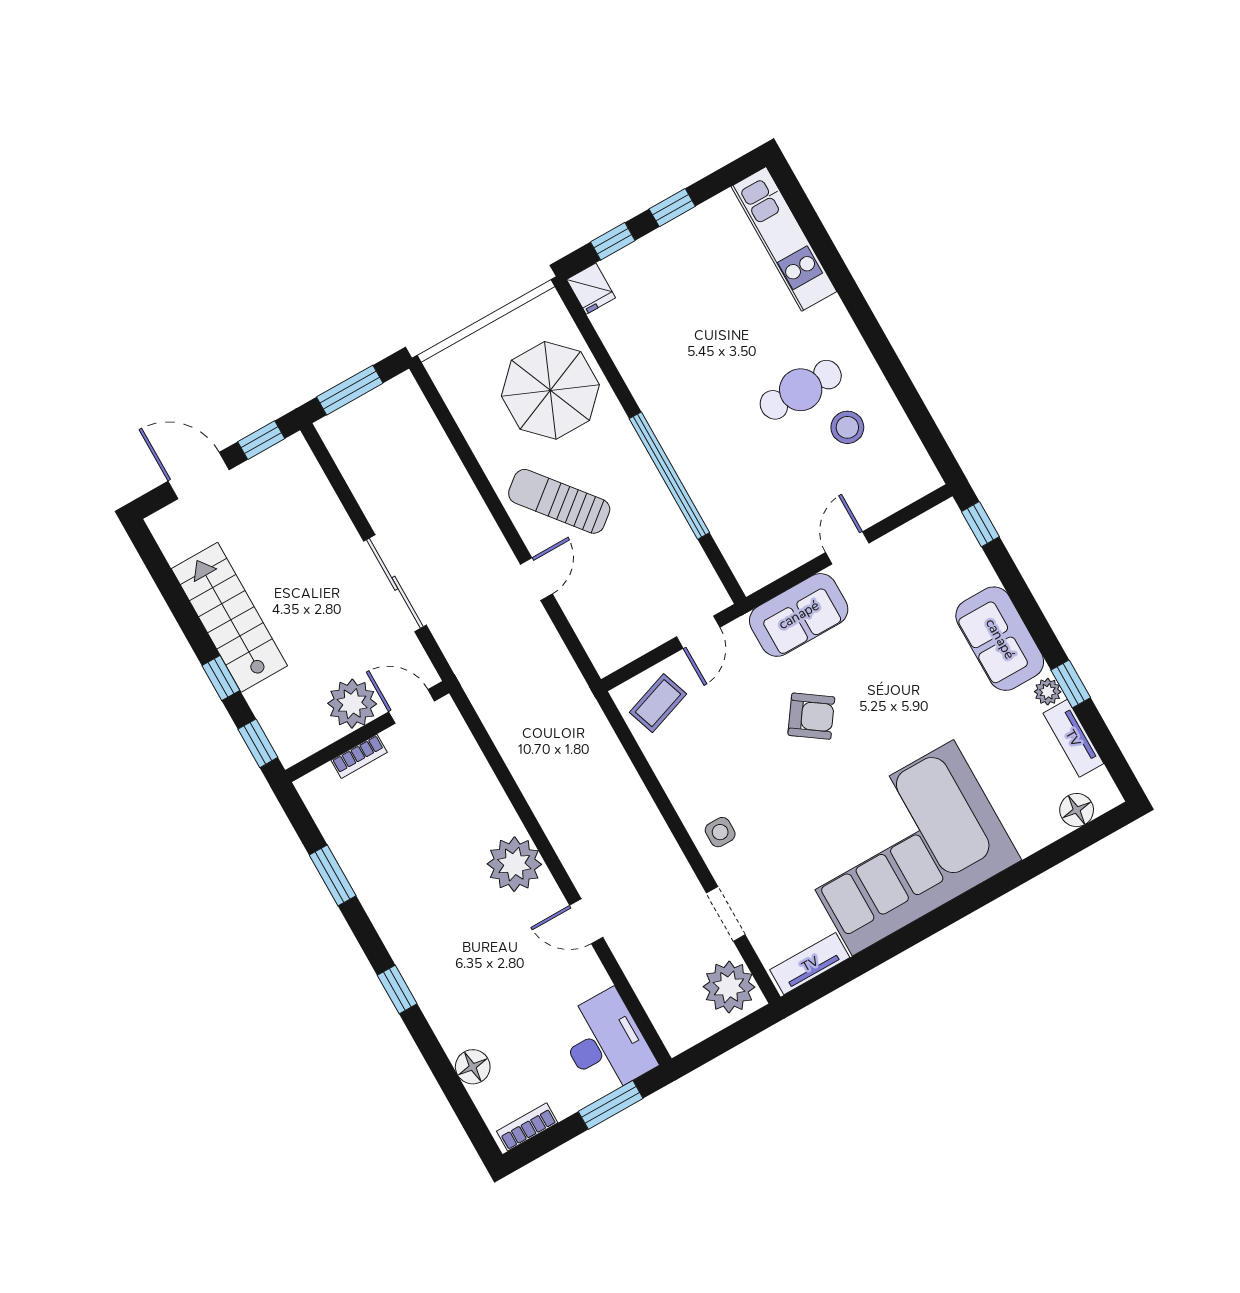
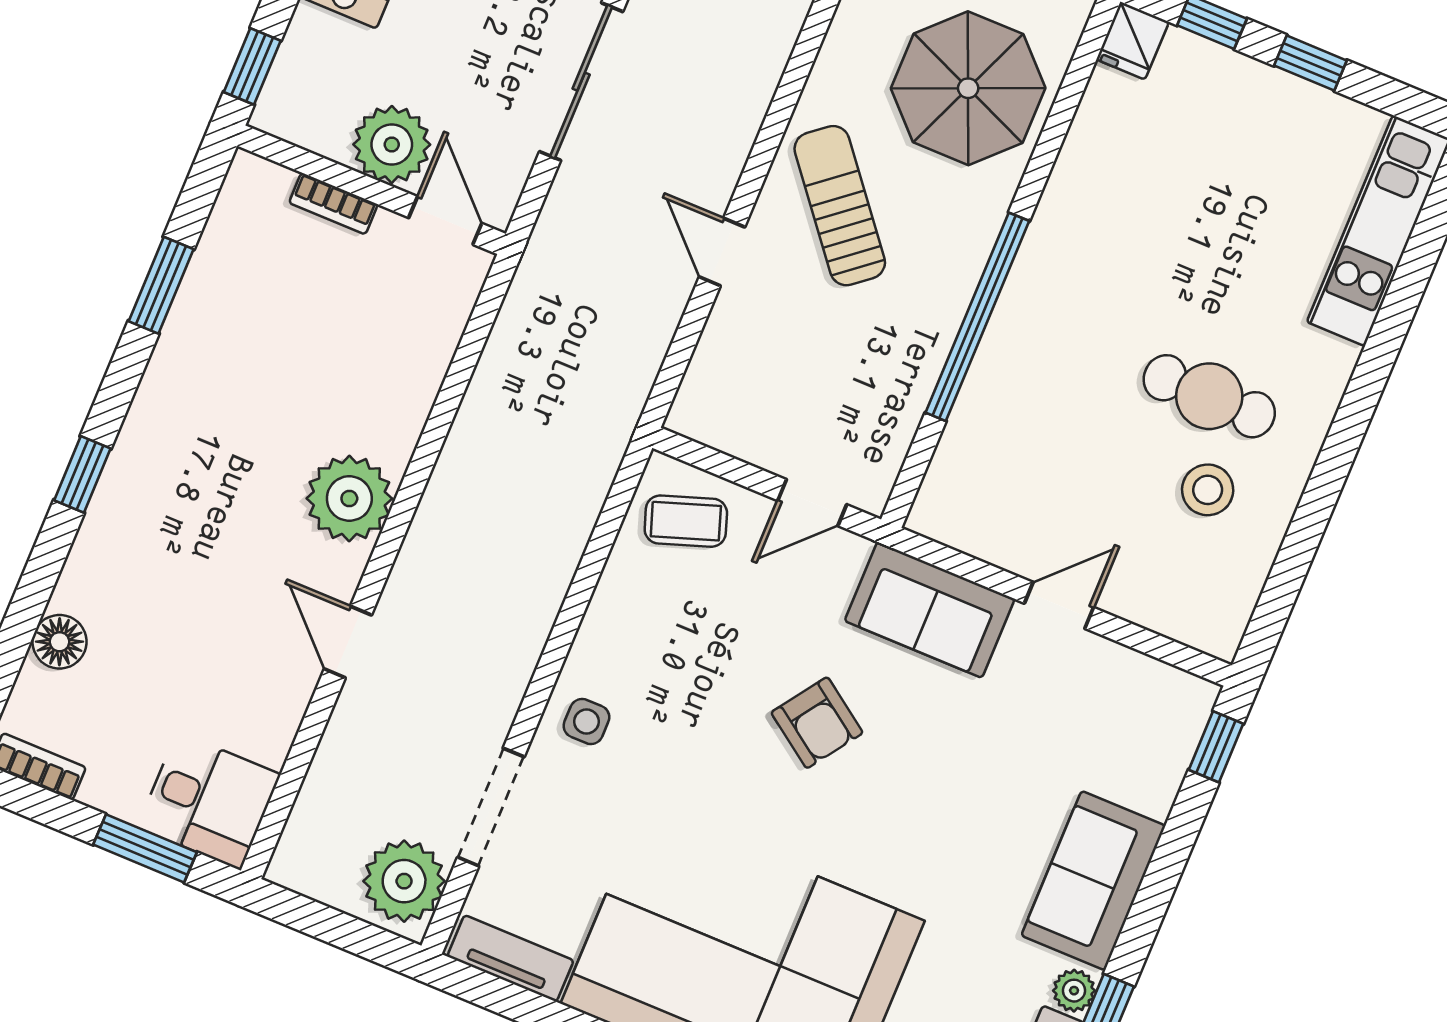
door: (536, 579) -> (722, 252), swing flipped
doorway: (726, 914) -> (491, 807), width x1.38
desk: (606, 1043) -> (209, 801), width x0.73

